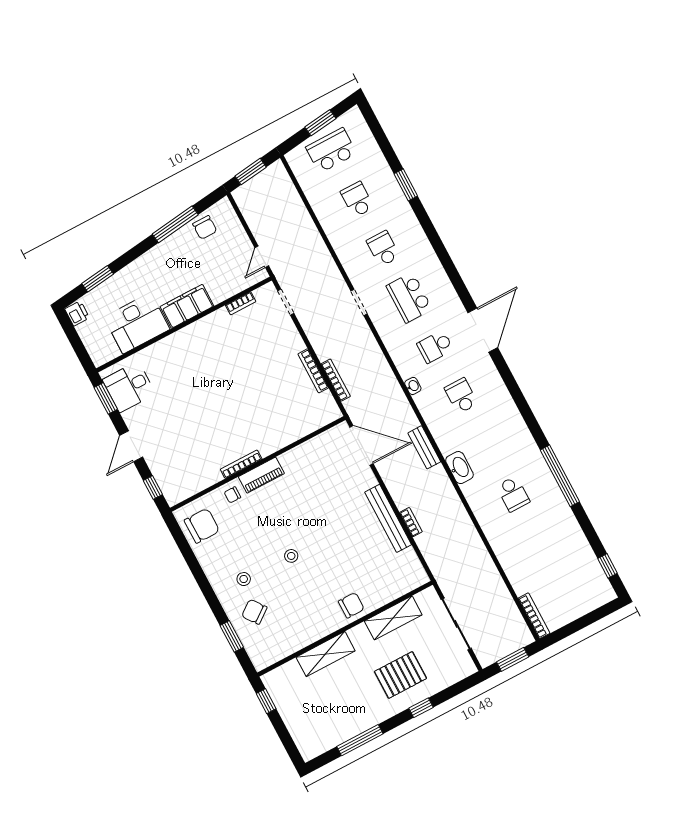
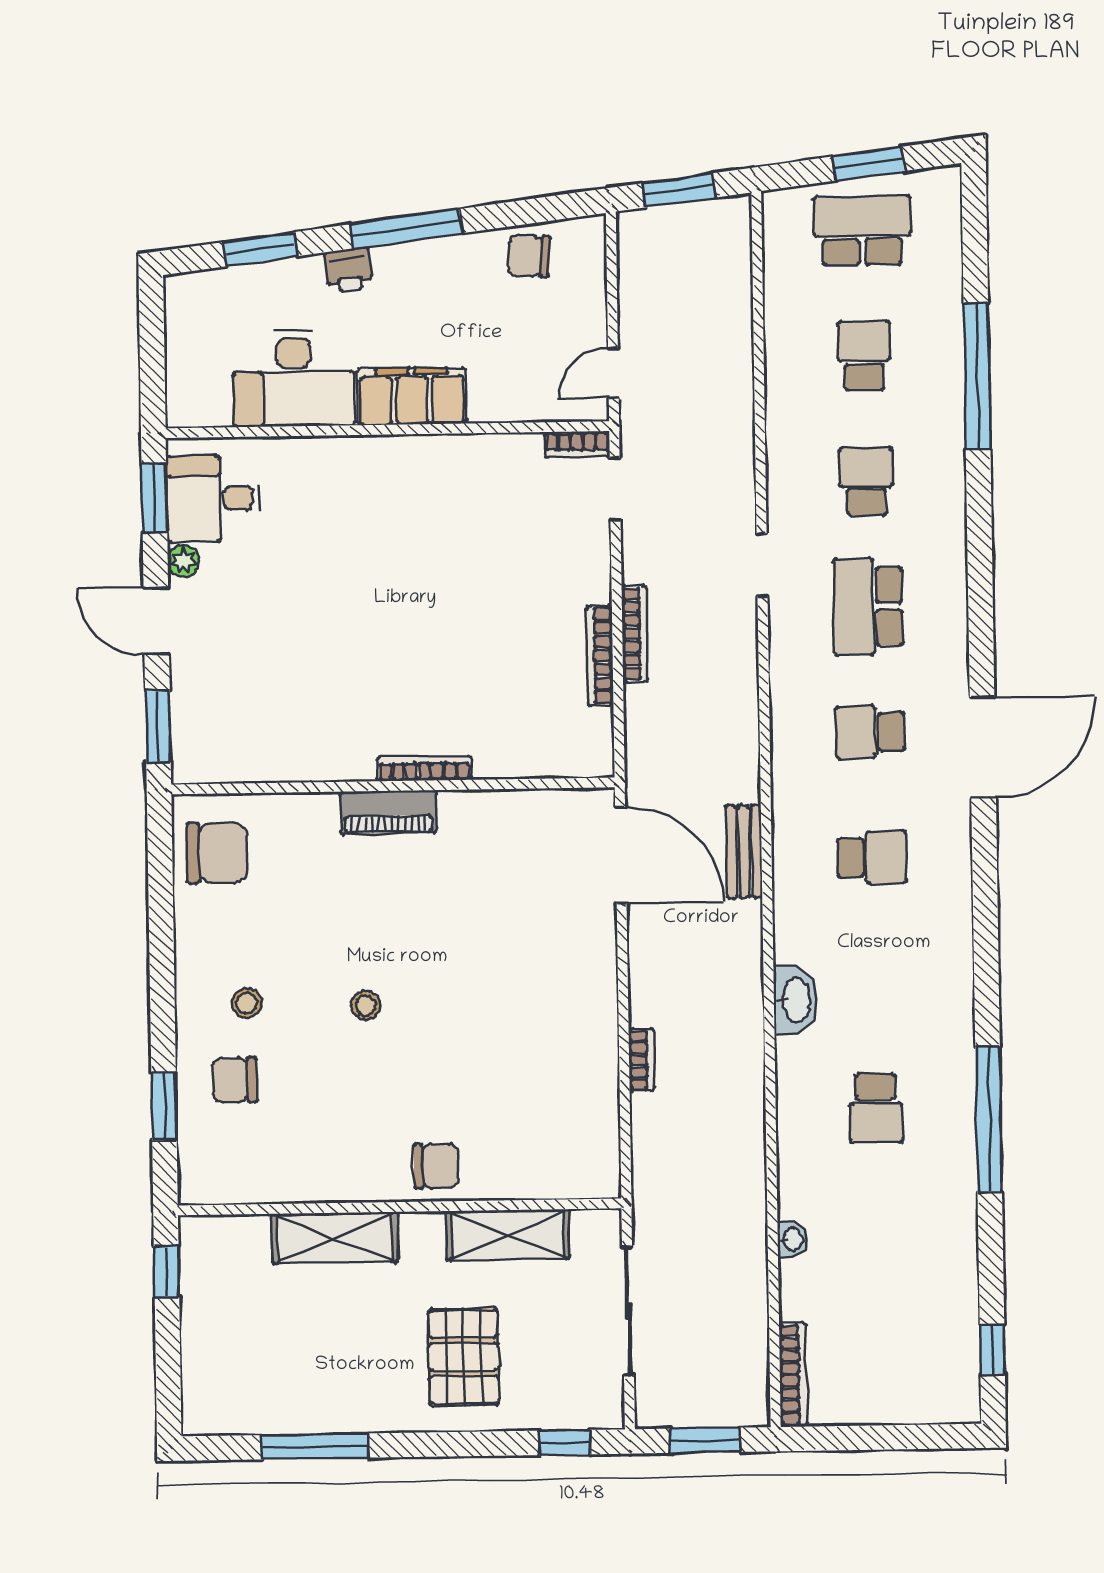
window: (406, 185) -> (977, 376), width x2.11
window: (175, 224) -> (406, 229), moved
chair: (205, 227) -> (529, 256), turned 94
bookcase: (241, 303) -> (577, 444), moved
printer: (77, 313) -> (348, 270), moved, turned 83
bookcase: (336, 380) -> (635, 634), moved
washbasin: (413, 386) -> (792, 1239), moved
school desk: (461, 396) -> (872, 857), turned 90
plant: (130, 417) -> (183, 561), added
door: (131, 446) -> (156, 620), hinge flipped
bench: (424, 447) -> (744, 852), moved
bookcase: (241, 464) -> (424, 768), moved
window: (153, 487) -> (158, 726), width x1.50
chair: (232, 495) -> (310, 822), removed
bench: (388, 518) -> (599, 1029), removed
chair: (254, 612) -> (235, 1080), turned -53
pallet: (400, 675) -> (464, 1357), turned 90
window: (421, 708) -> (565, 1443), moved

